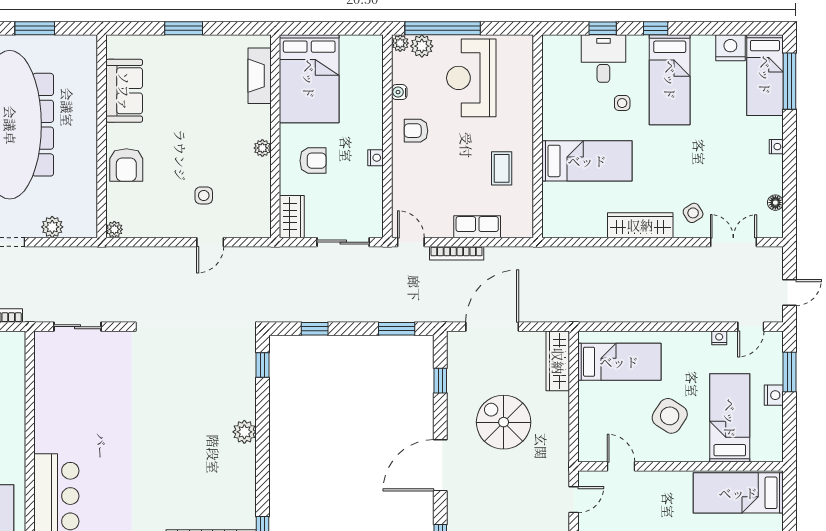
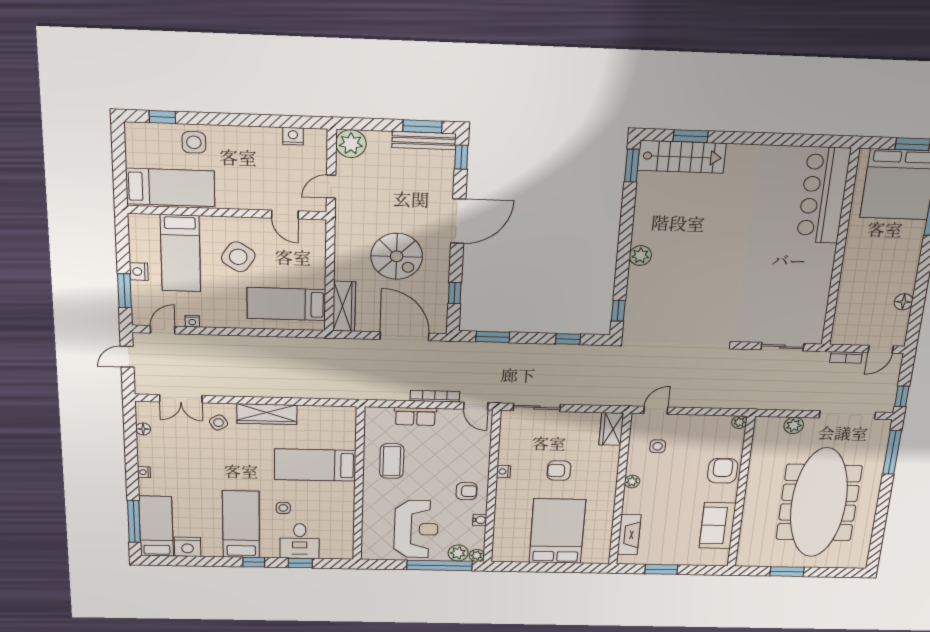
fireplace: (260, 76) -> (629, 535), moved
wall: (275, 136) -> (620, 490), moved
plant: (262, 148) -> (632, 482), moved
coffee table: (502, 168) -> (392, 461), width x1.36, depth x1.30
wardrobe: (292, 217) -> (611, 429), moved
door: (492, 327) -> (405, 336), swing flipped

